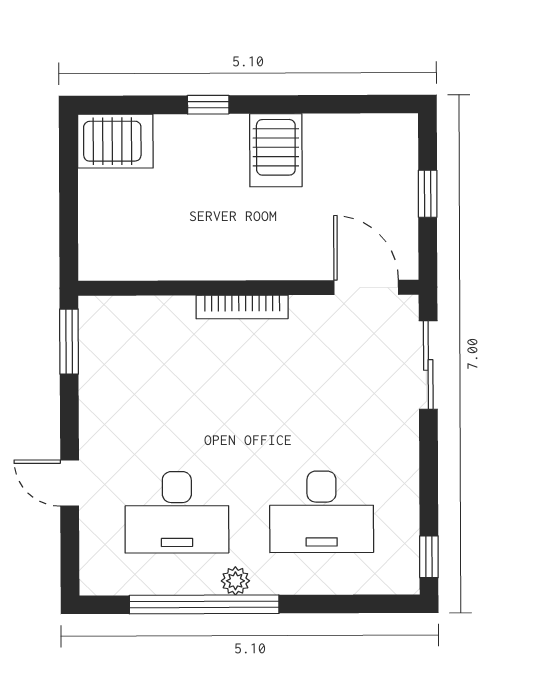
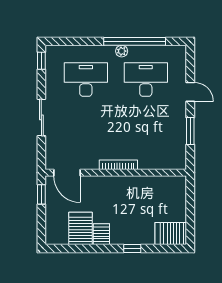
server rack: (276, 150) -> (101, 234), width x0.73, depth x0.70
server rack: (333, 153) -> (81, 228), added
window: (428, 194) -> (41, 194), moved
window: (69, 342) -> (190, 131), moved
sliding door: (428, 365) -> (41, 117), moved

